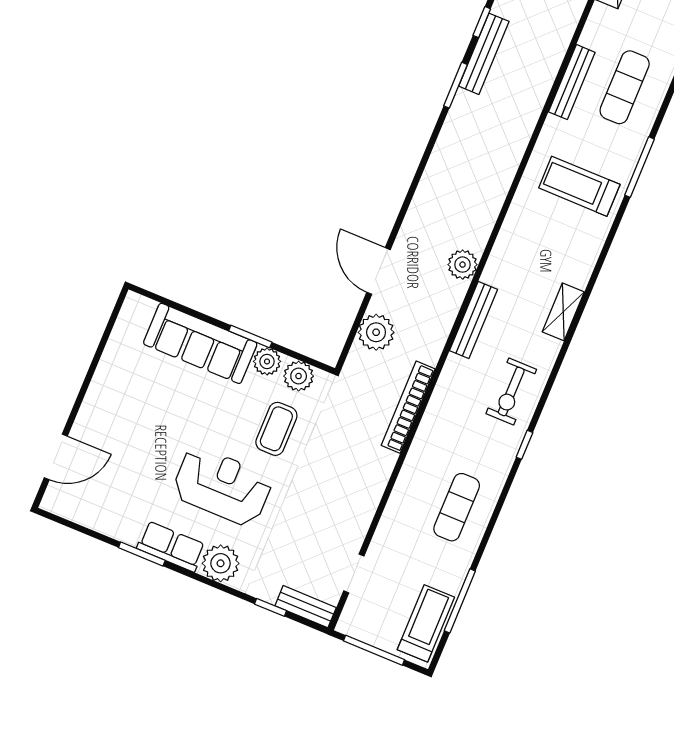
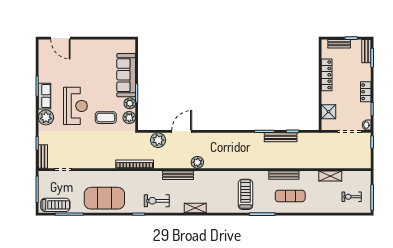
exercise mat: (457, 507) -> (104, 198), width x2.00, depth x1.45

